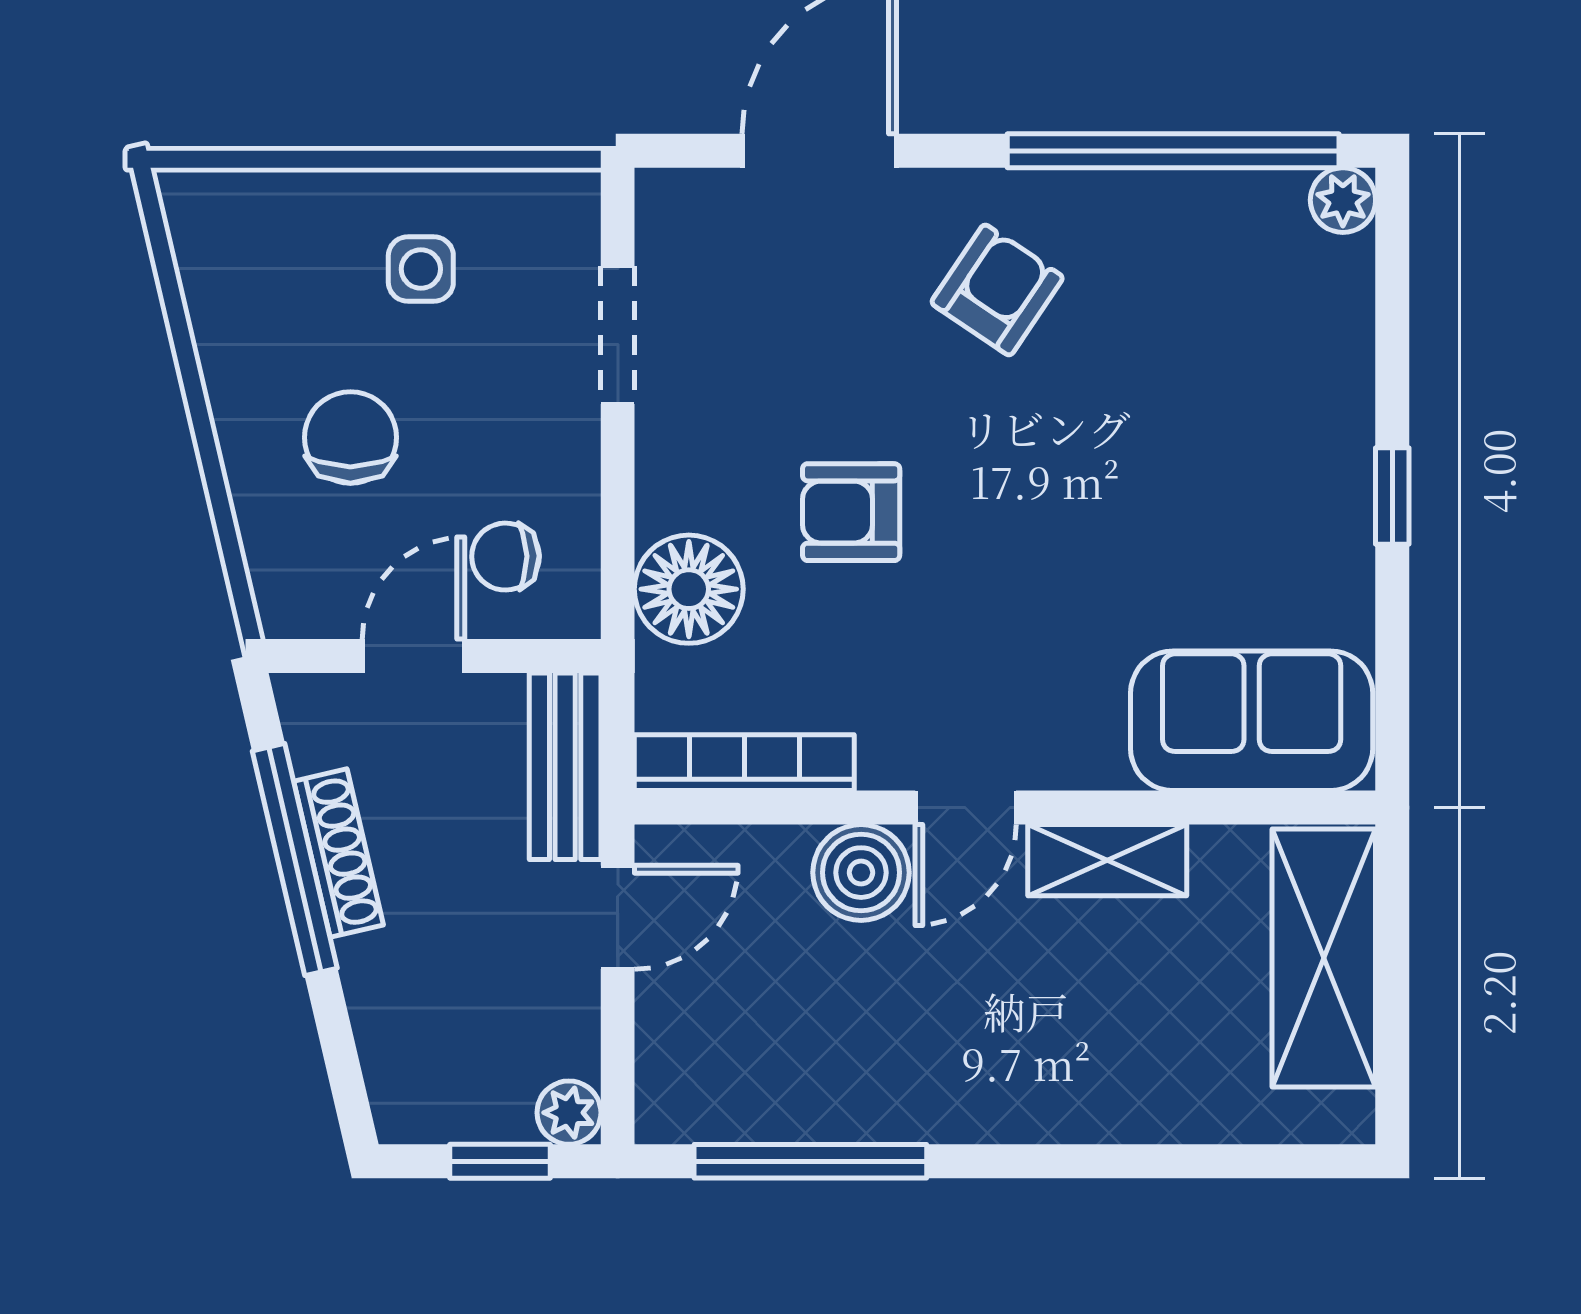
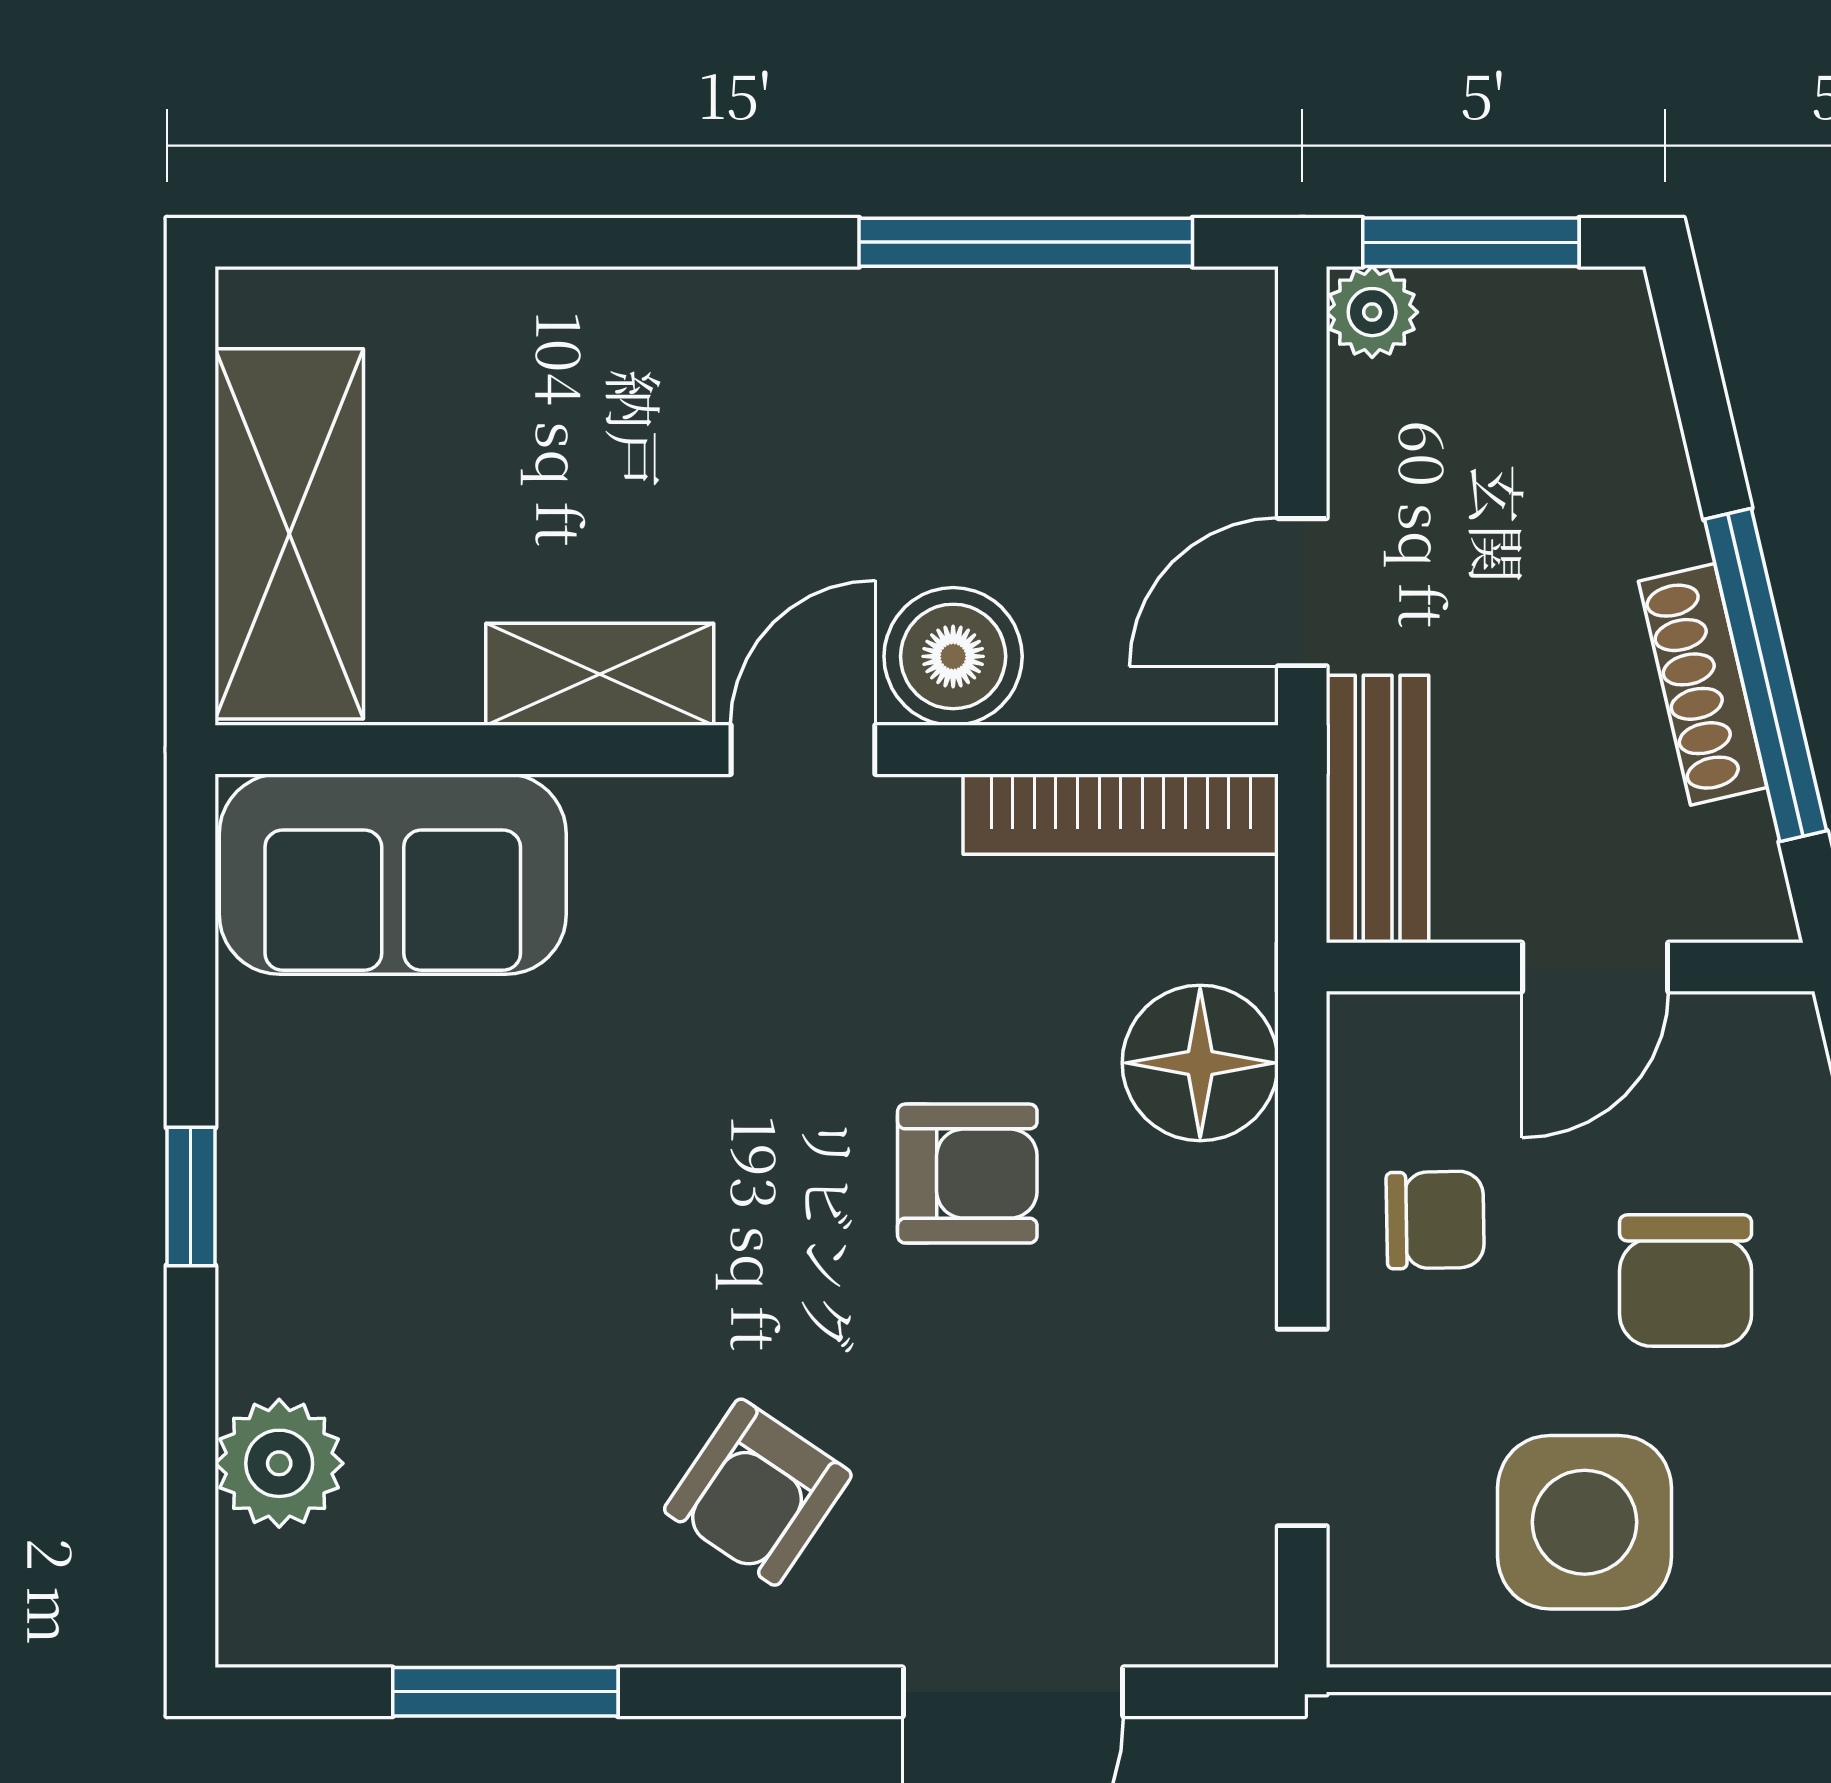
window: (1173, 151) -> (505, 1692), width x0.47
plant: (1343, 200) -> (279, 1463), moved, width x1.38, depth x1.38
side table: (421, 269) -> (1585, 1522), width x1.87, depth x1.87
chair: (505, 557) -> (1435, 1220), moved
window: (500, 1161) -> (1471, 242), width x1.50

